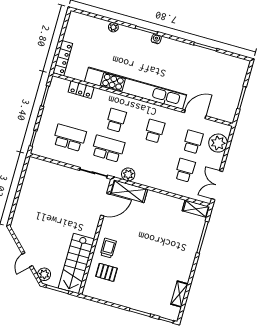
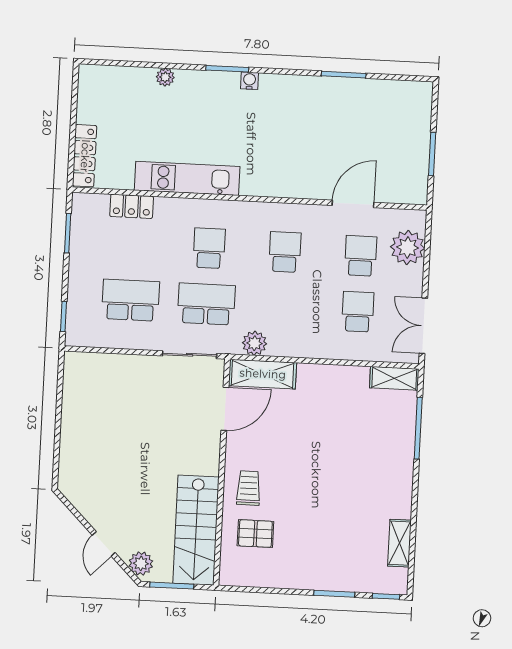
kitchen unit: (135, 88) -> (187, 178), width x0.54

